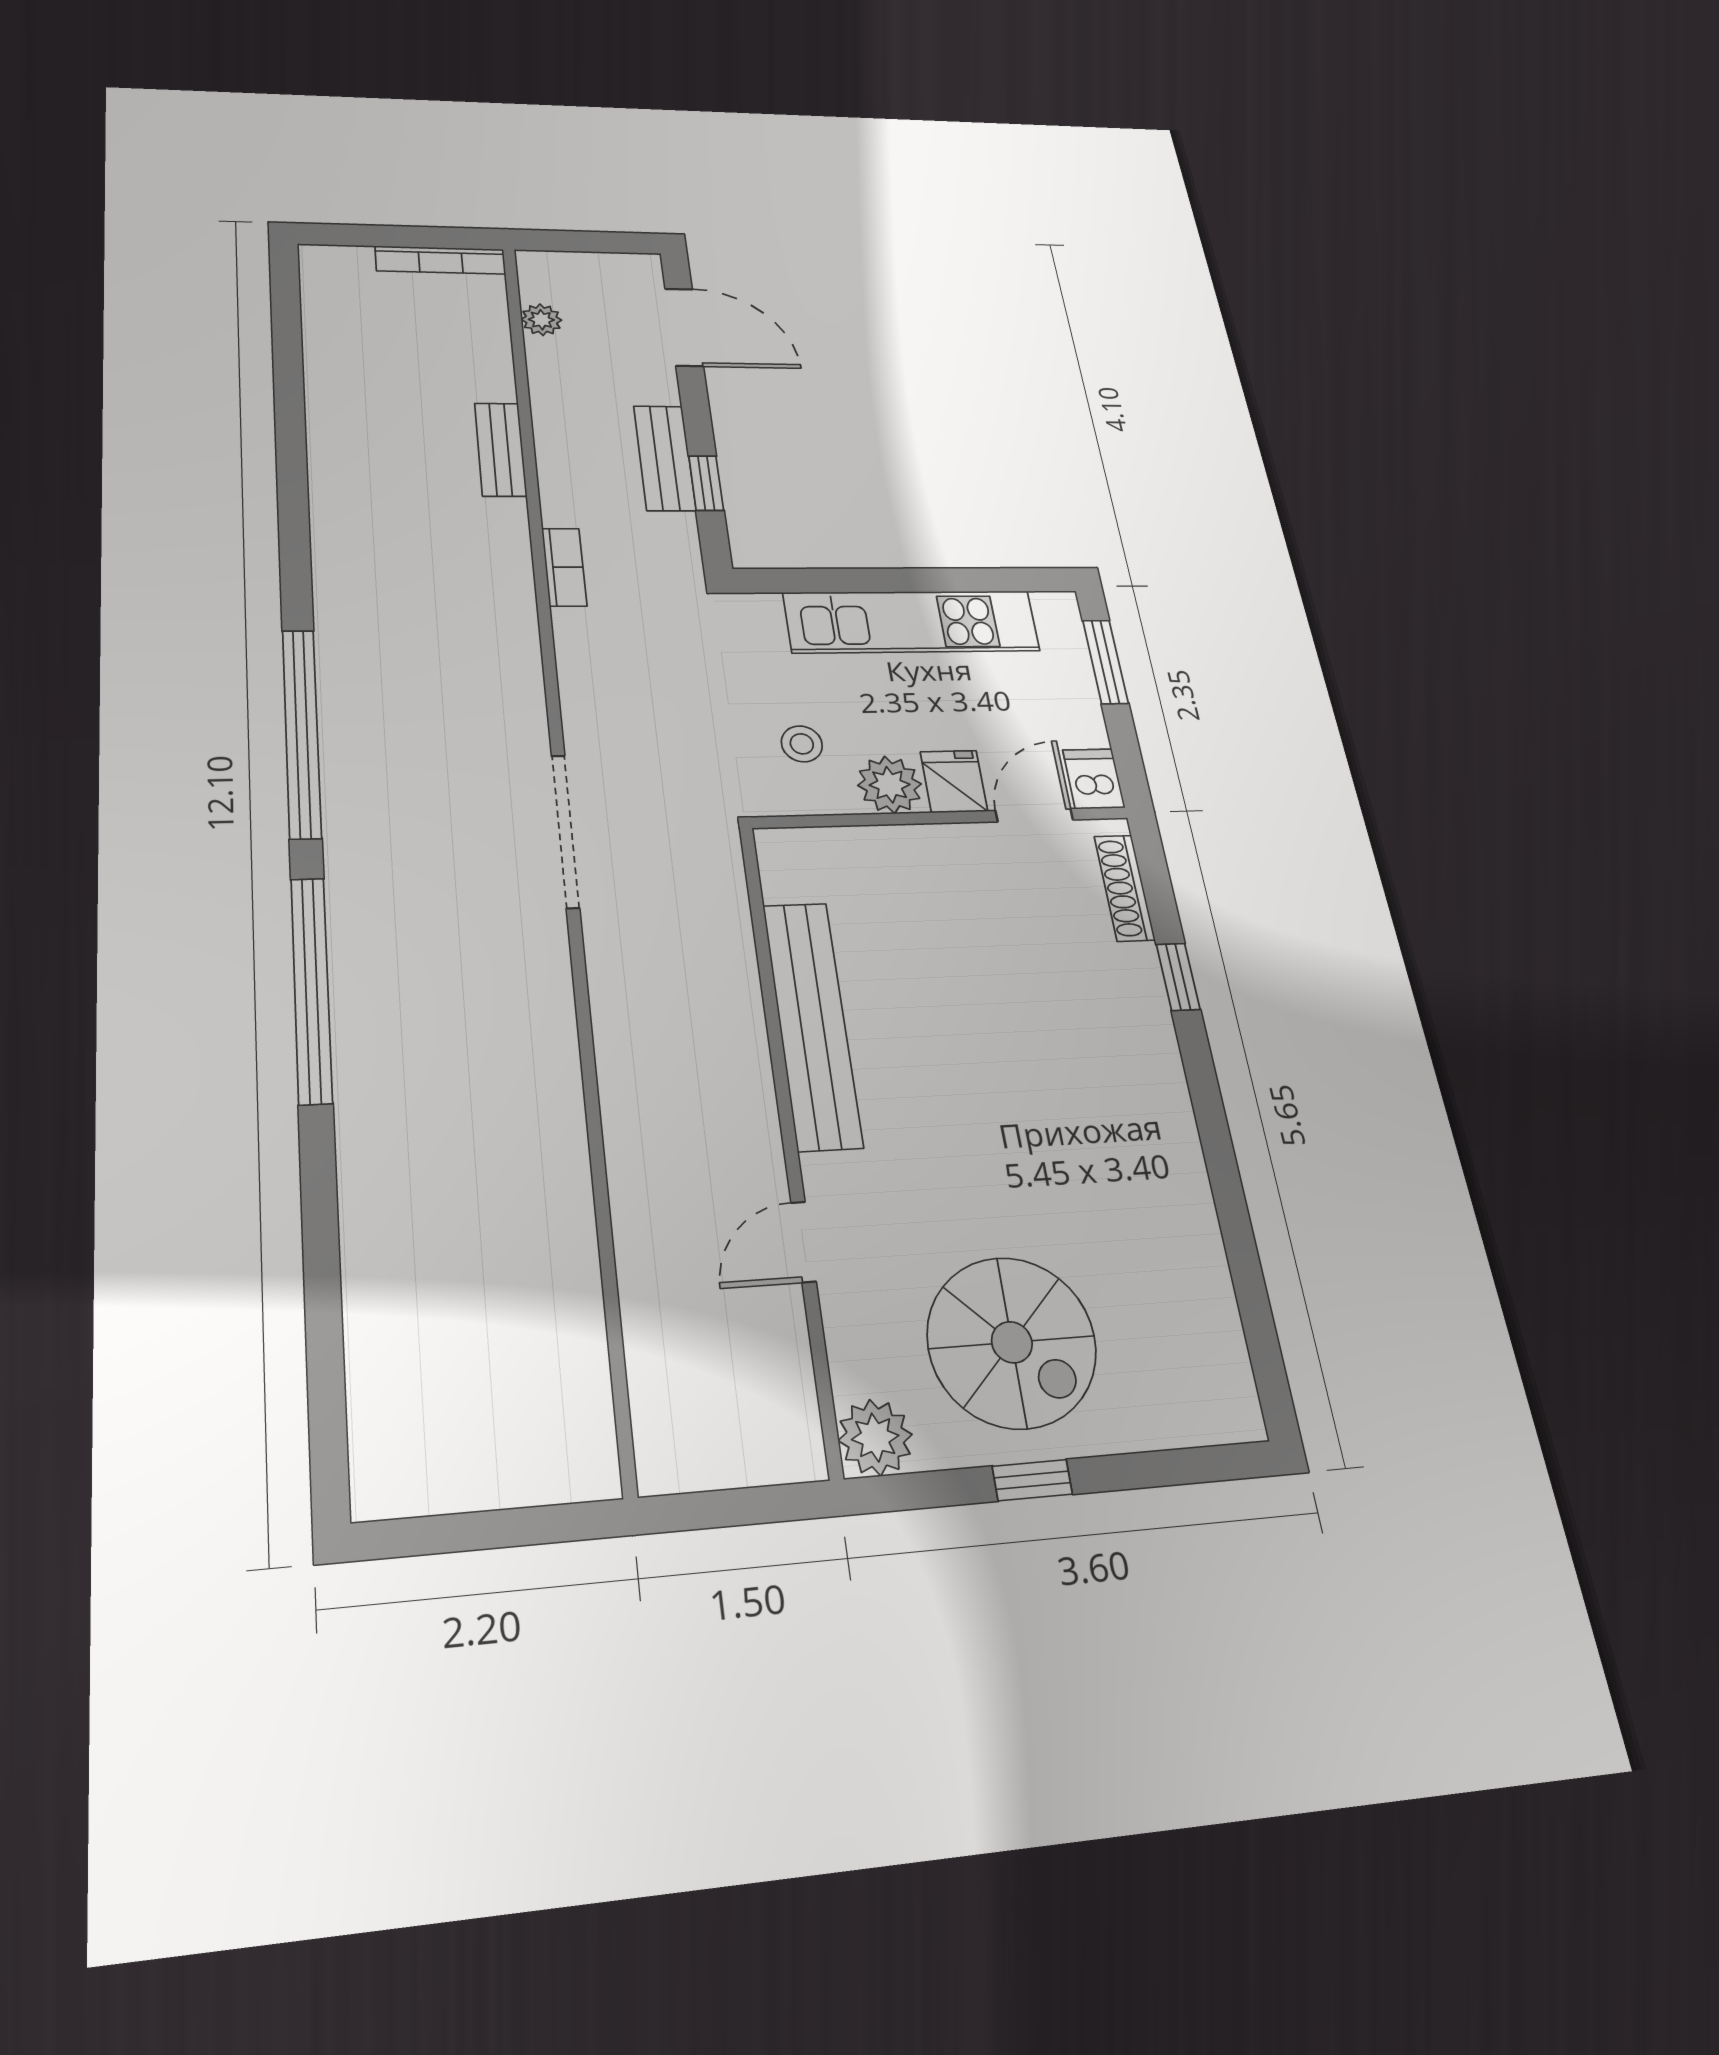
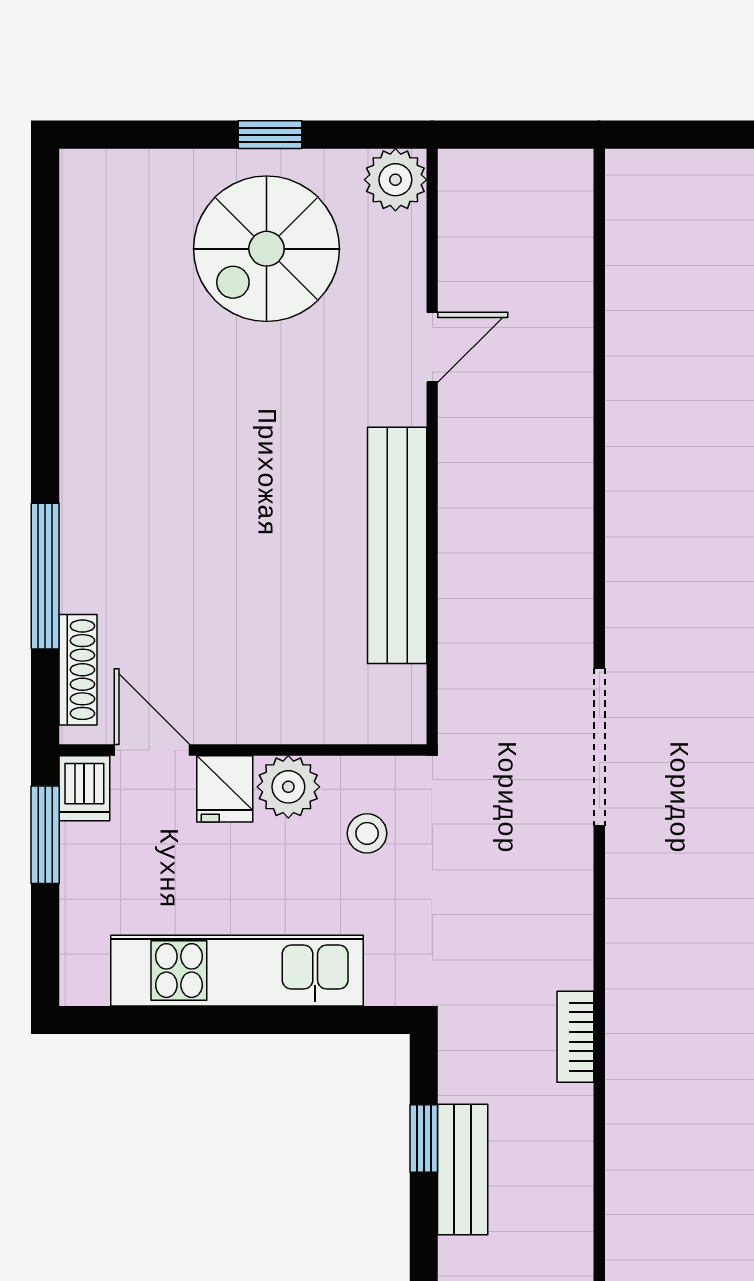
bench: (501, 449) -> (627, 1178), removed
window: (1105, 662) -> (45, 835), moved
door: (1034, 815) -> (152, 750), swing flipped
window: (1178, 977) -> (45, 576), width x2.17
spiral stairs: (1012, 1342) -> (266, 249), turned -90

